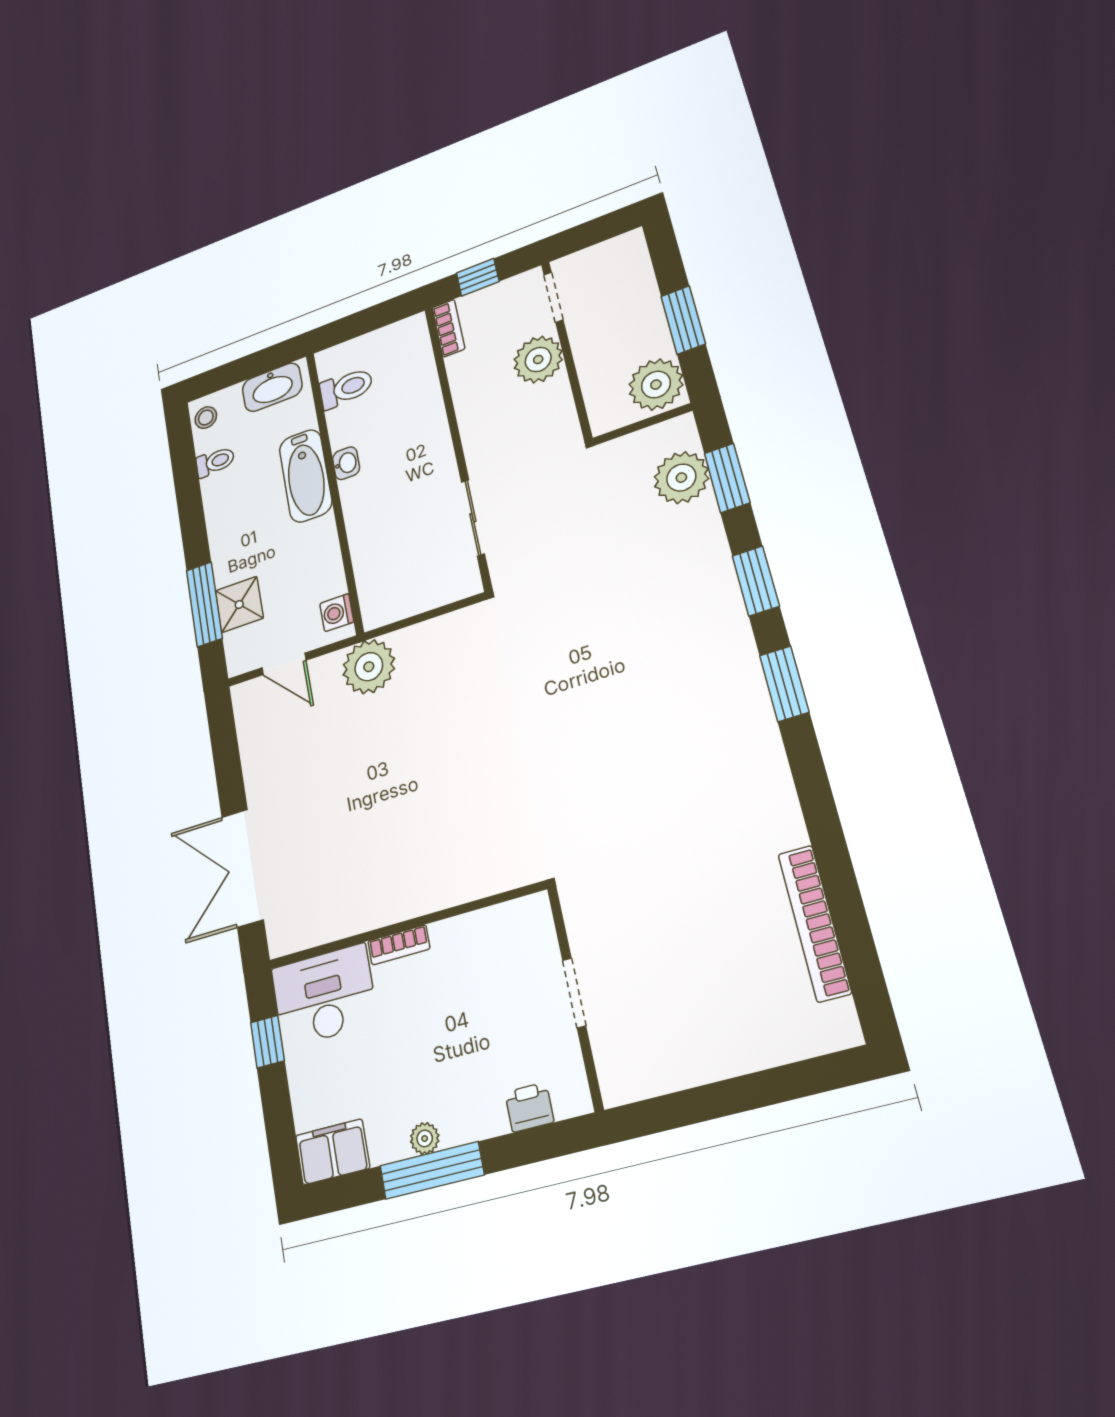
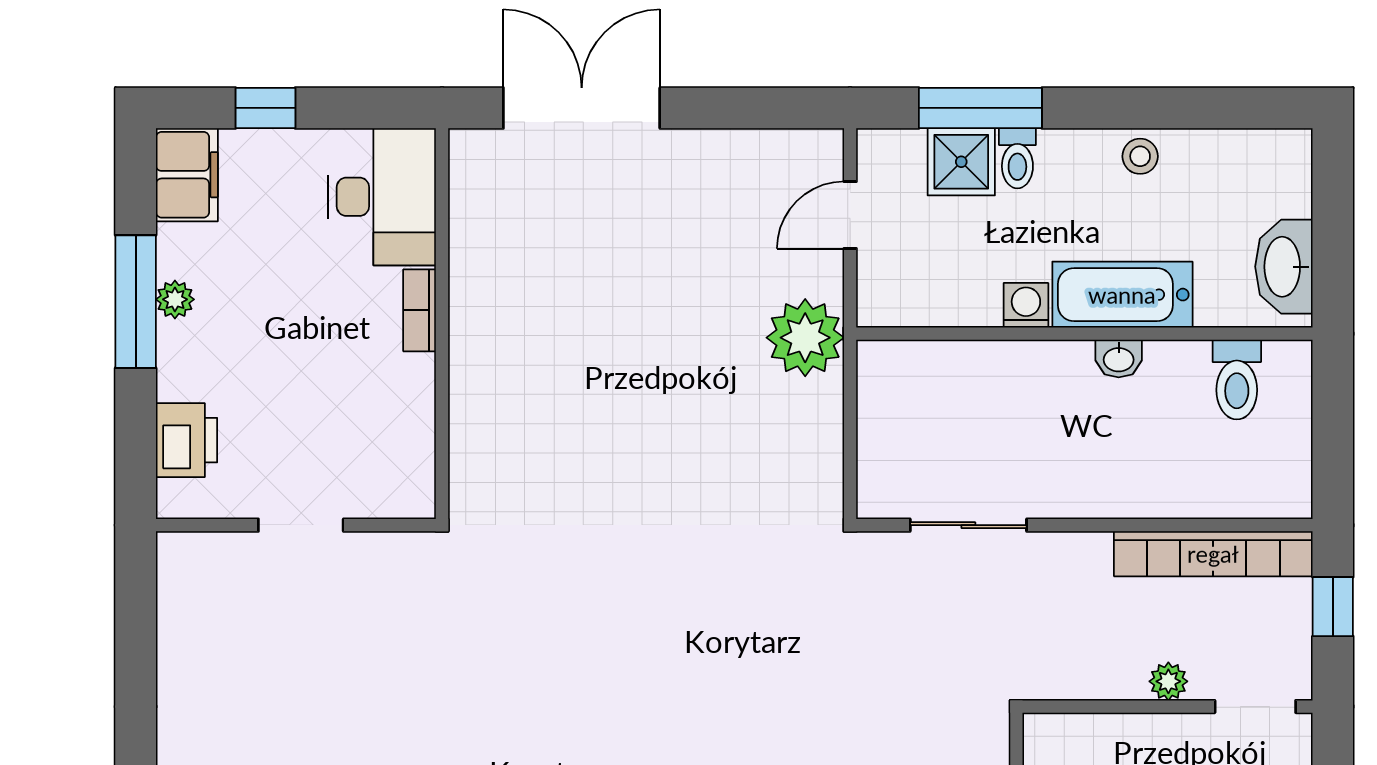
bookcase: (449, 328) -> (1213, 554), width x2.31, depth x1.31
plant: (538, 359) -> (1168, 681), width x0.53, depth x0.53
stool: (206, 418) -> (1140, 156), moved
toilet: (215, 462) -> (1017, 158), moved
washing machine: (337, 613) -> (1026, 305), moved
window: (267, 1042) -> (265, 108), moved
printer: (529, 1107) -> (186, 440), width x1.36, depth x1.24

